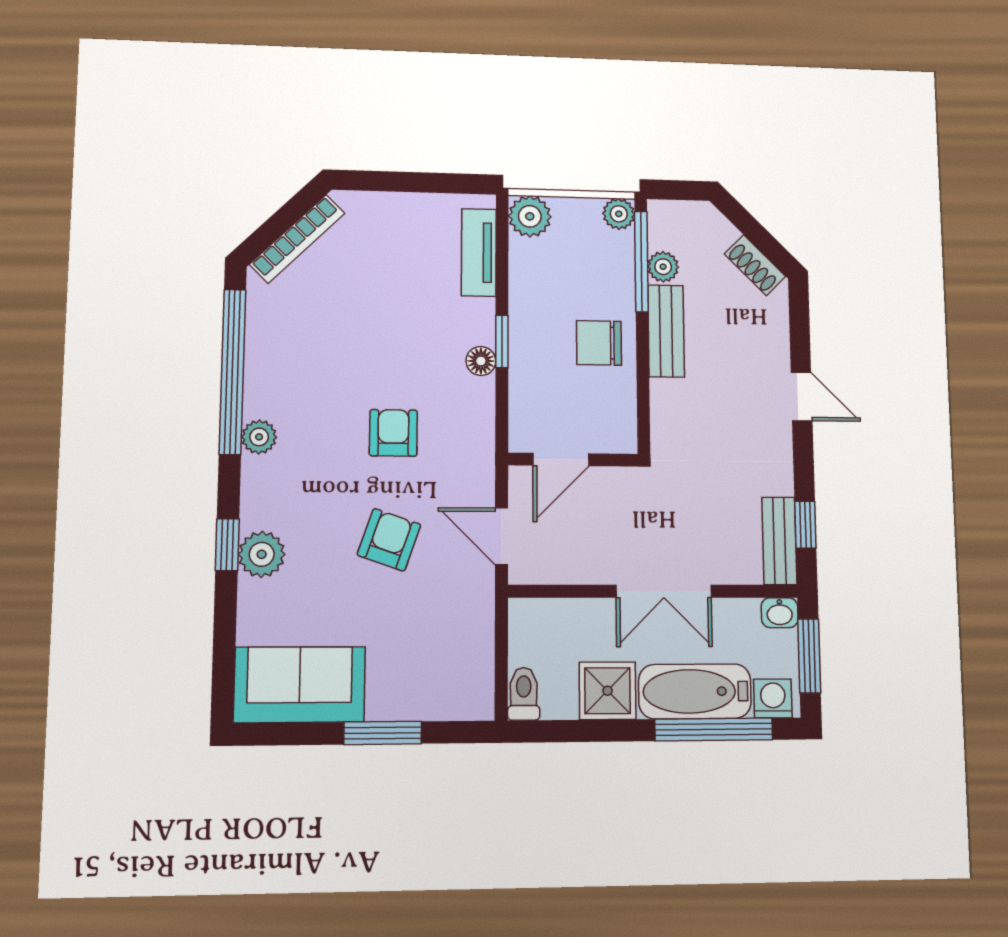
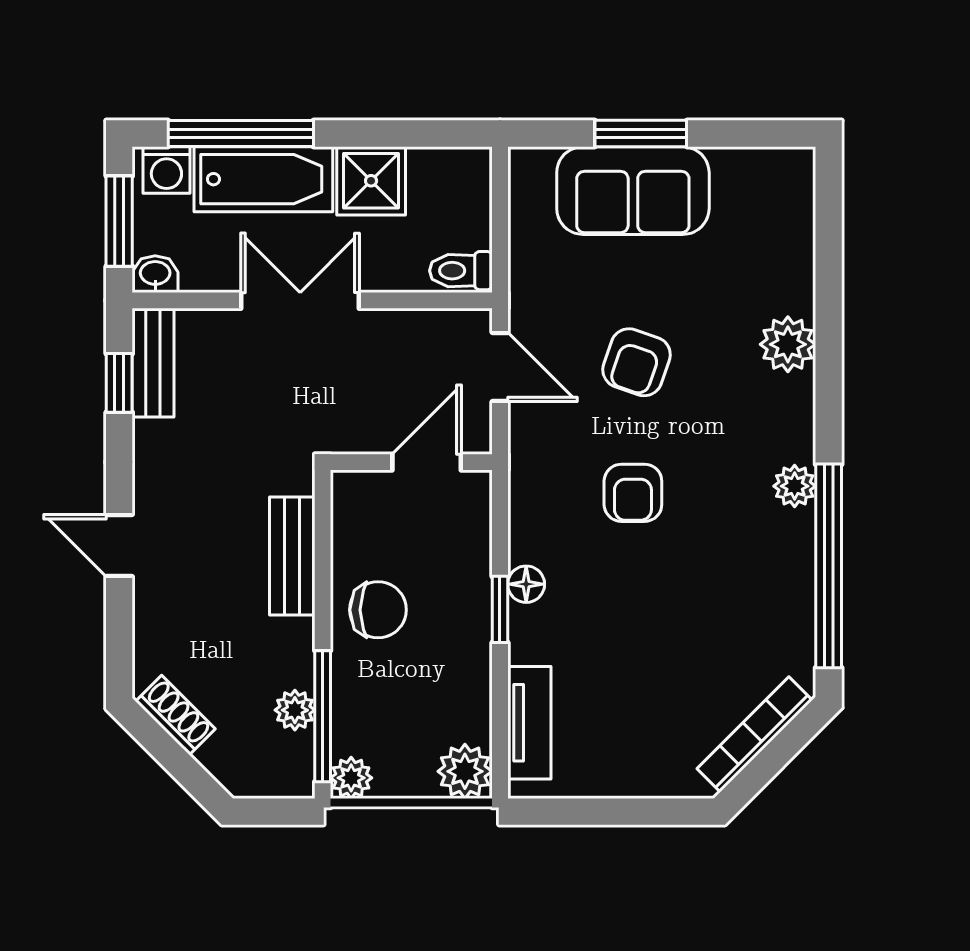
bench: (666, 331) -> (292, 556), moved
window: (227, 545) -> (829, 356), removed
sofa: (300, 685) -> (633, 191), moved
toilet: (524, 694) -> (461, 271), moved, turned 90

